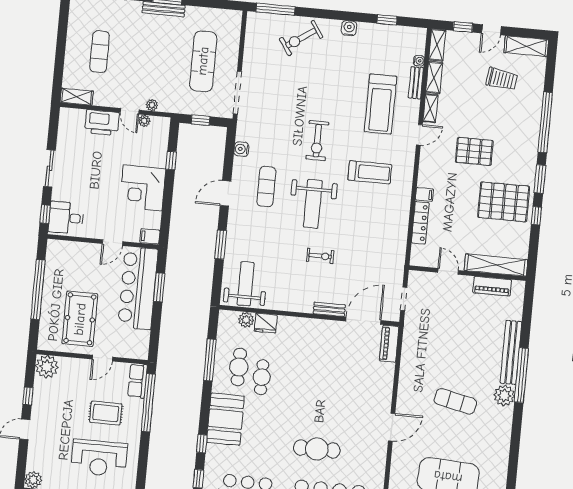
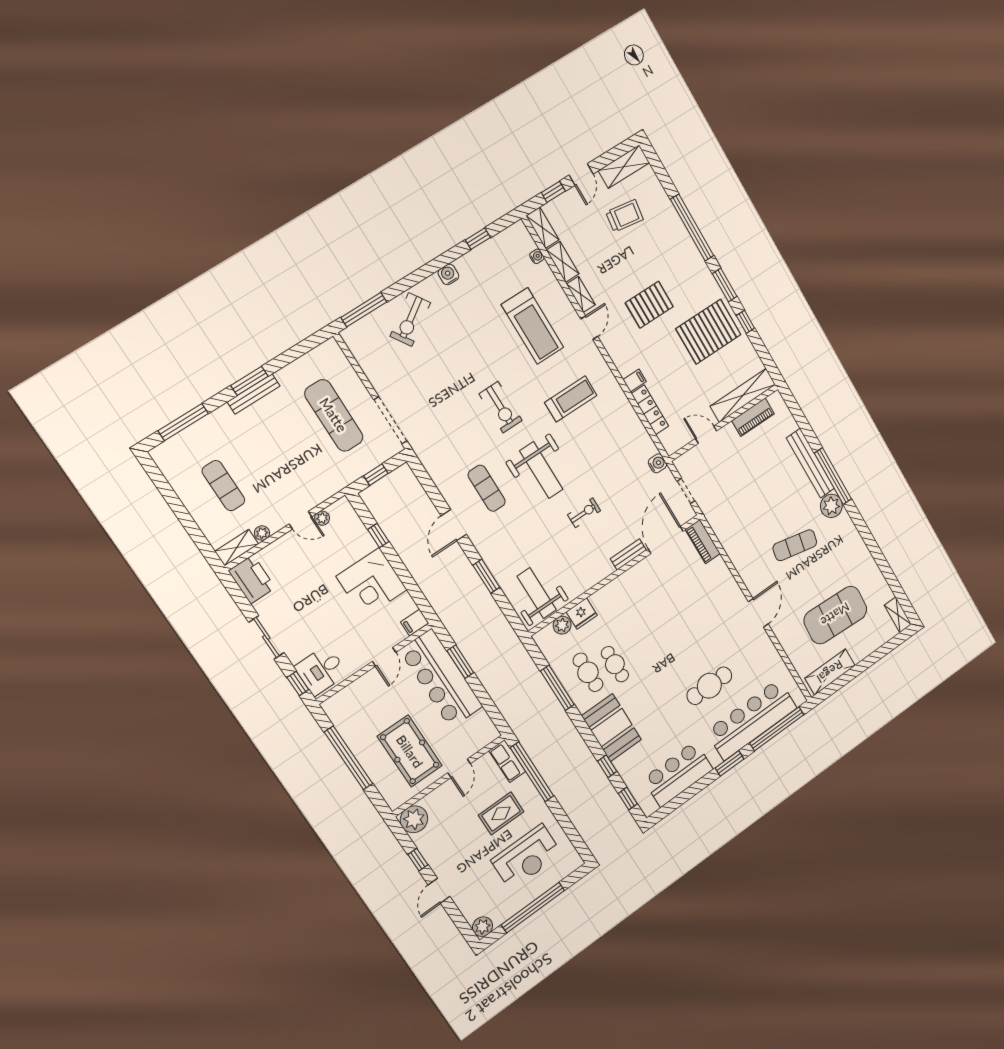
bench: (416, 83) -> (550, 280), removed
plant: (152, 105) -> (262, 533), moved
printer: (102, 123) -> (252, 579), moved, turned -90
water cooler: (241, 149) -> (657, 463), moved, turned 180

